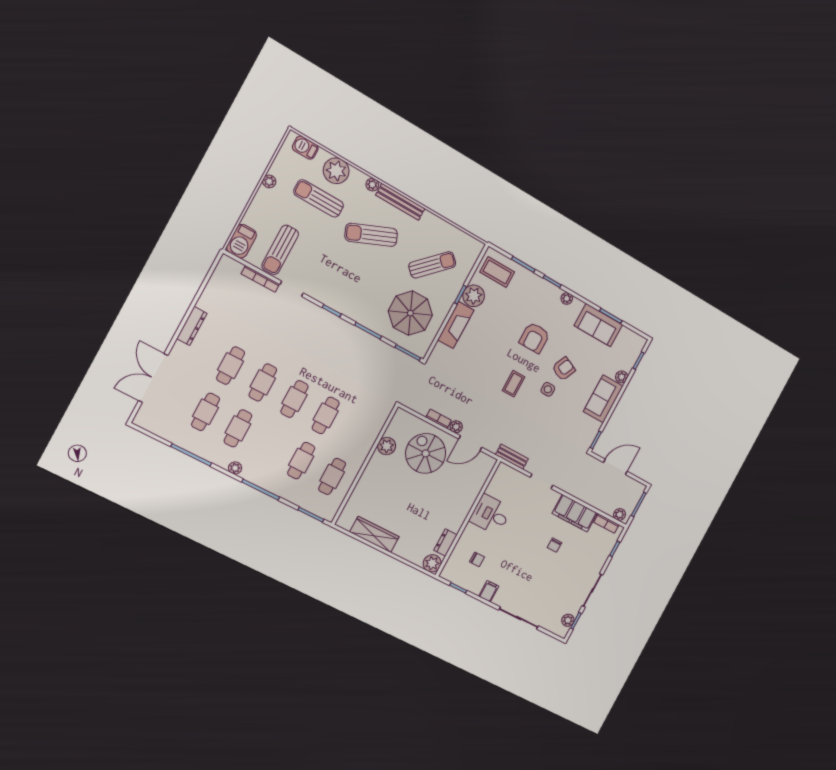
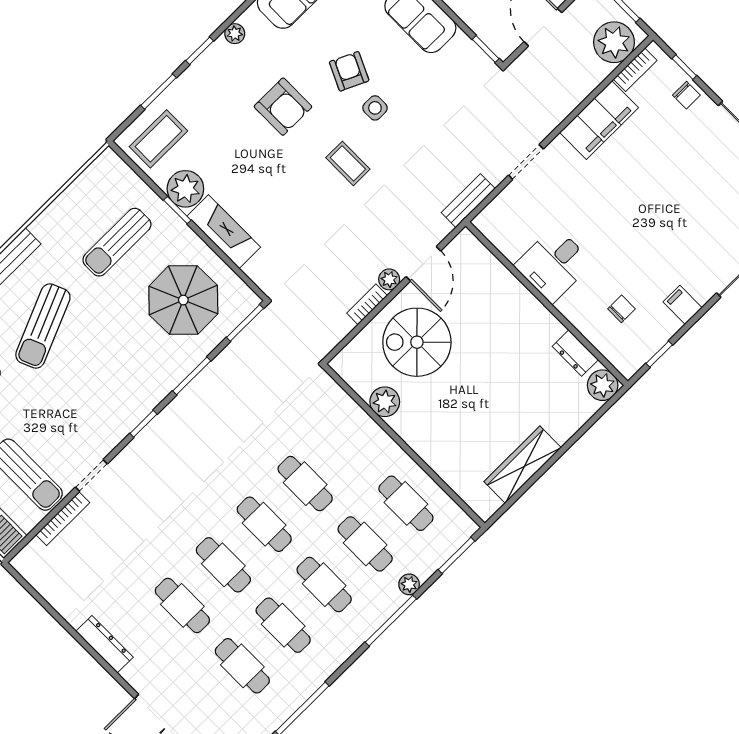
sun lounger: (432, 265) -> (117, 242), turned -135
cafe table: (270, 445) -> (324, 585), added
plant: (235, 468) -> (409, 584), moved
plant: (620, 515) -> (614, 42), width x1.88, depth x1.88
chair: (554, 545) -> (686, 95), moved

